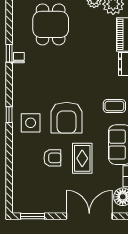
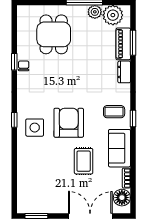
armchair: (67, 118) -> (69, 123), turned 180
armchair: (52, 158) -> (55, 161), removed

